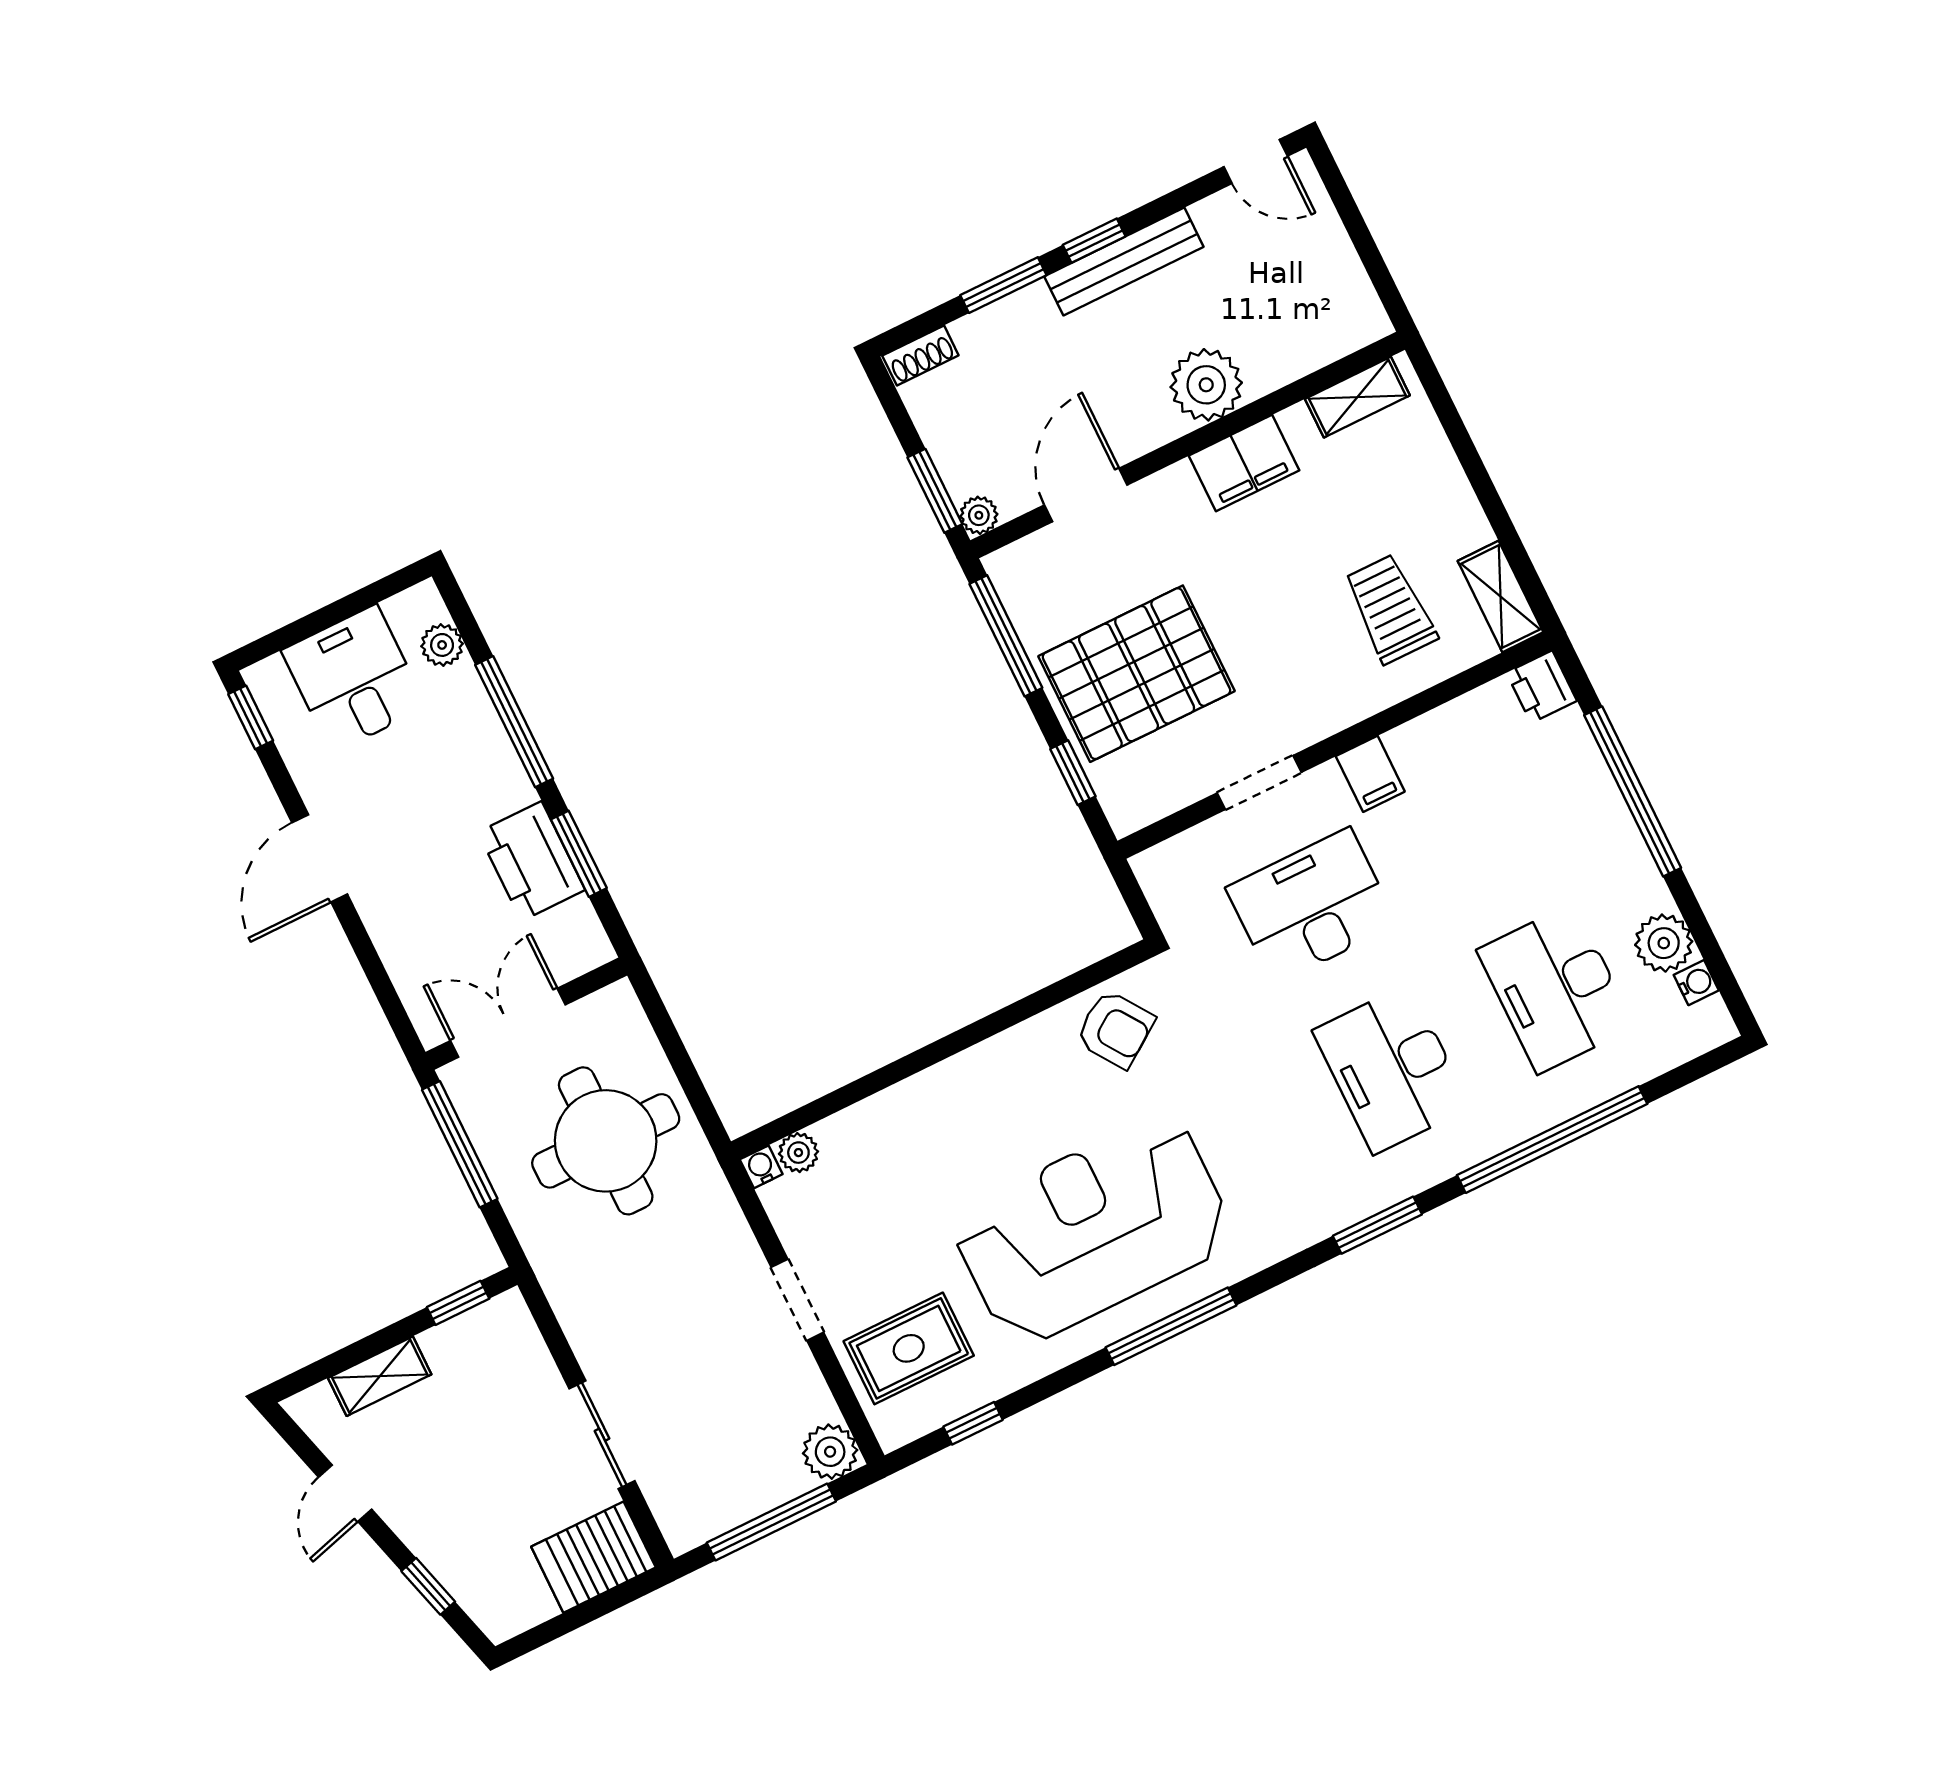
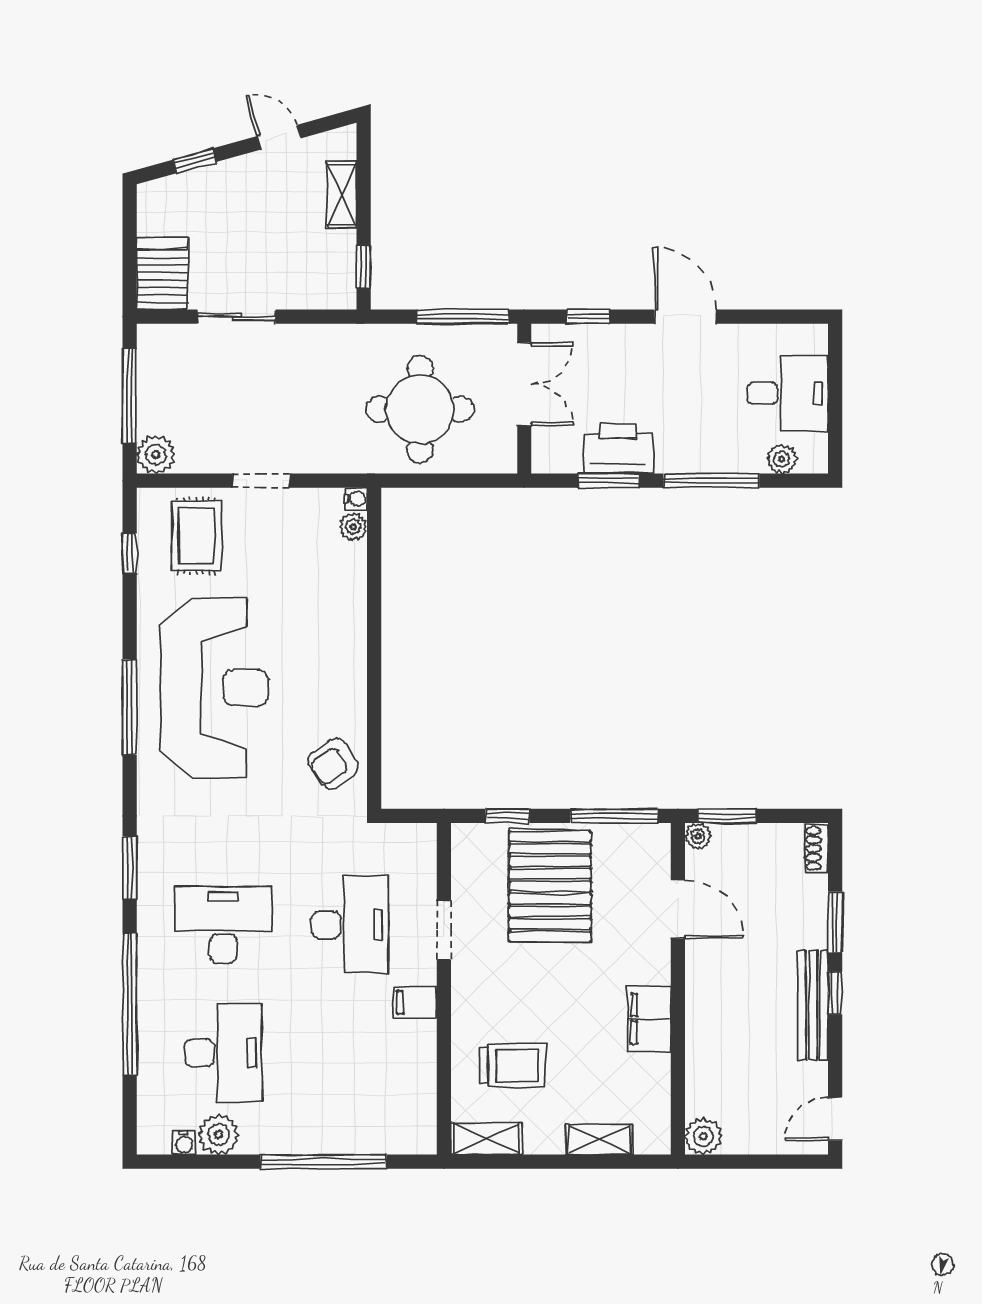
plant: (1206, 385) -> (703, 1136), moved, width x0.73, depth x0.73
shelving: (1357, 397) -> (599, 1140), moved, turned 90
printer: (1542, 687) -> (417, 1137), removed
window: (251, 717) -> (588, 317), moved
desk: (1556, 989) -> (223, 1053), turned 90

